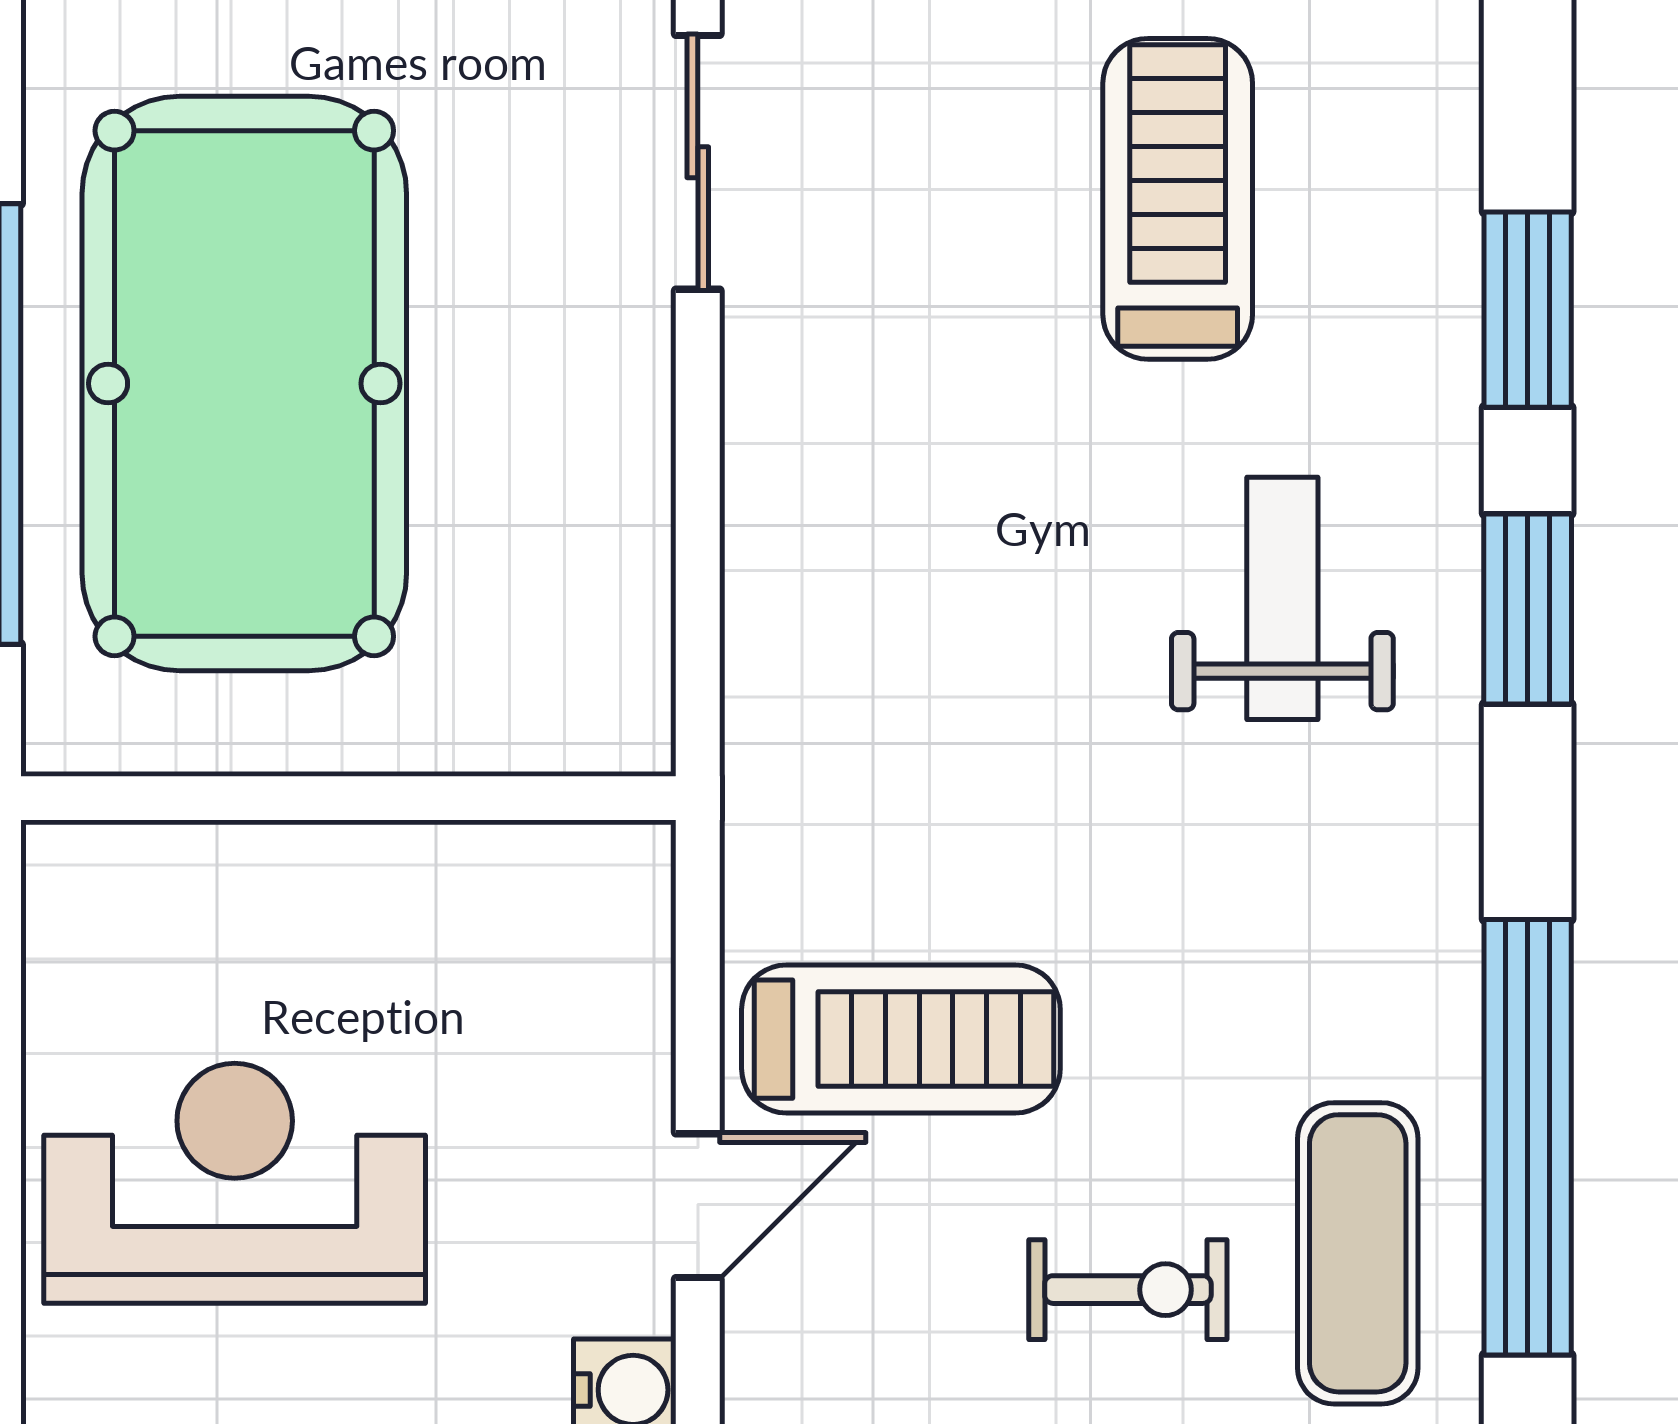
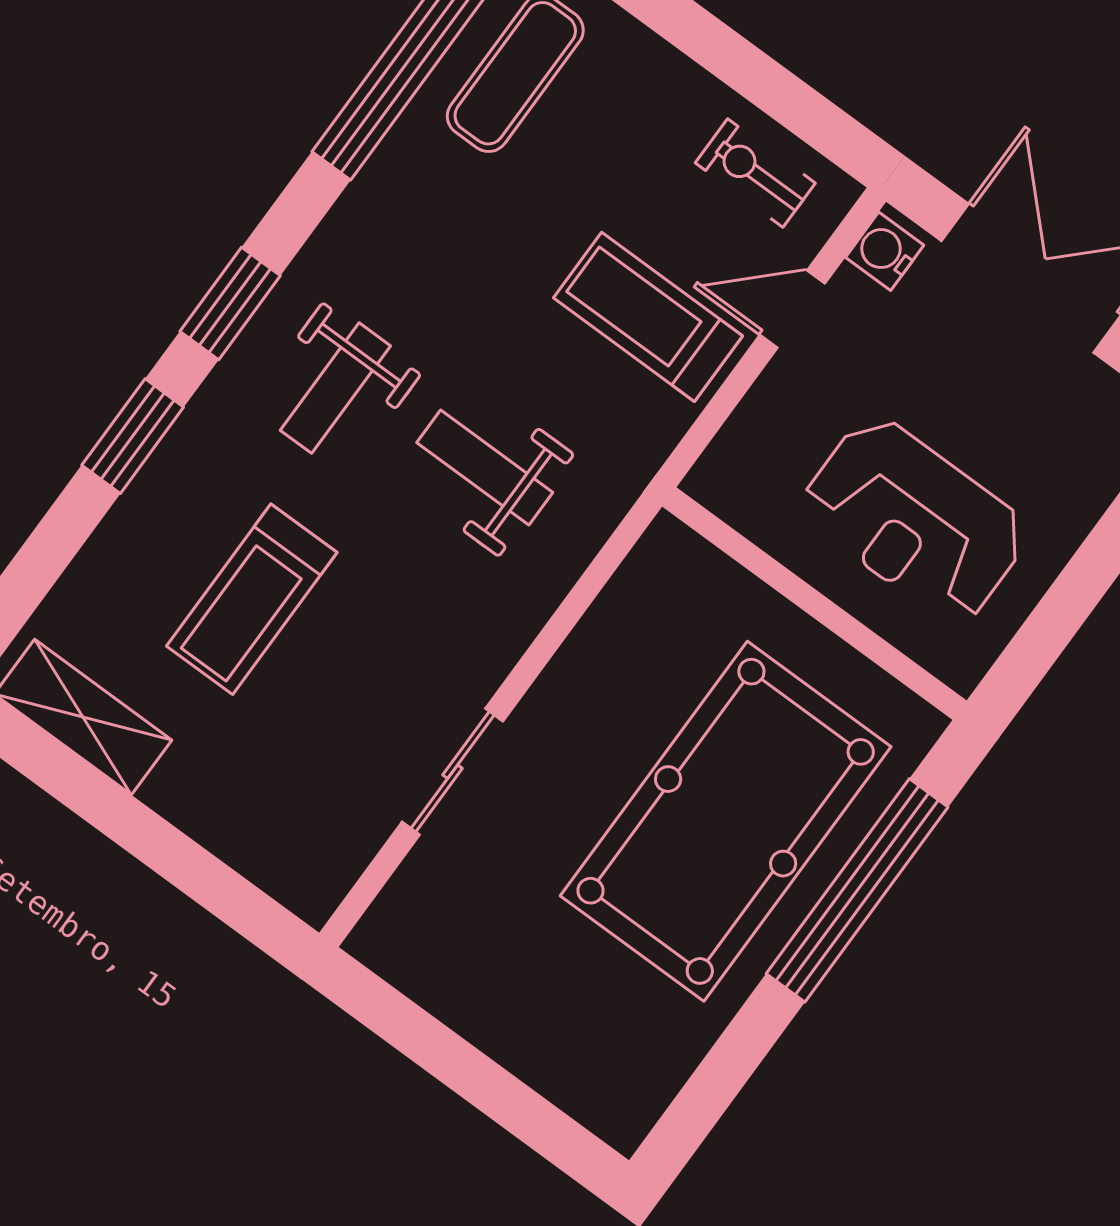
weight bench: (978, 643) -> (485, 468), added
reception desk: (235, 1183) -> (915, 520), moved
exercise bike: (1128, 1290) -> (755, 173), moved

